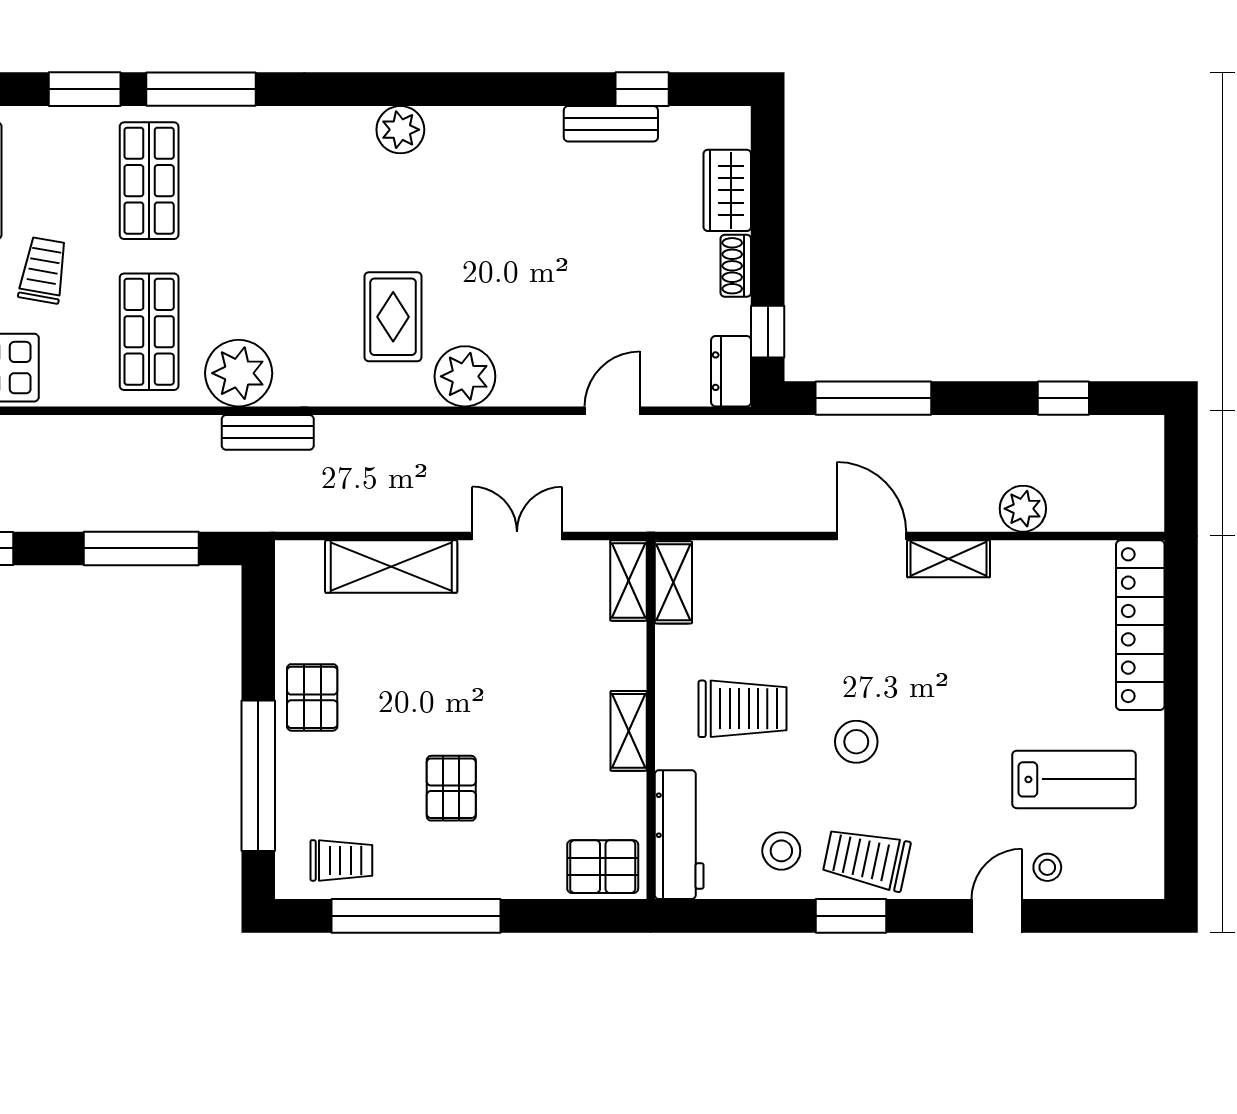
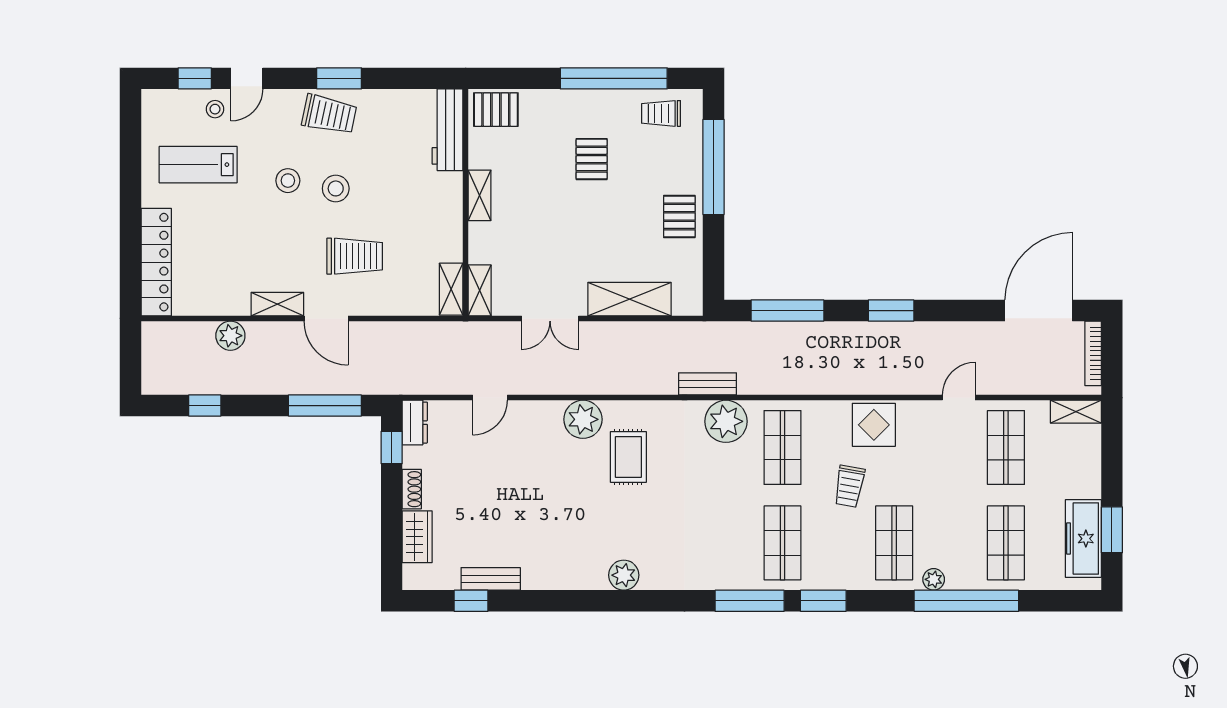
trolley: (742, 709) -> (355, 256), moved, turned 180
stool: (781, 851) -> (288, 181), moved
window: (1079, 916) -> (195, 78), added

